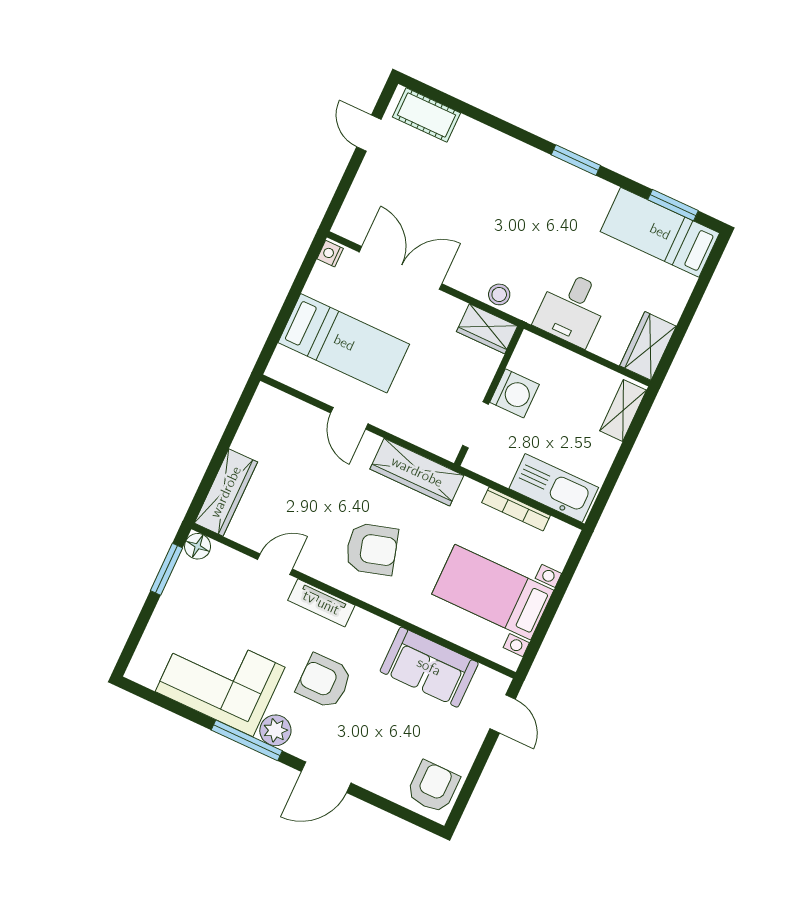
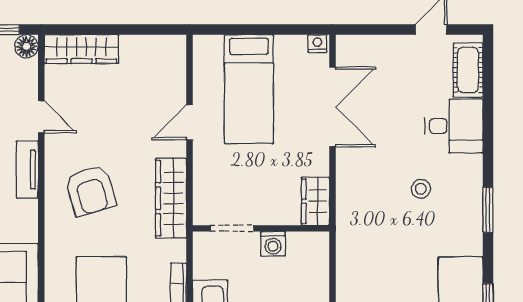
stool: (499, 294) -> (421, 189), moved
desk: (572, 308) -> (454, 126), moved, turned 180
washing machine: (515, 393) -> (273, 244), width x0.73, depth x0.73

